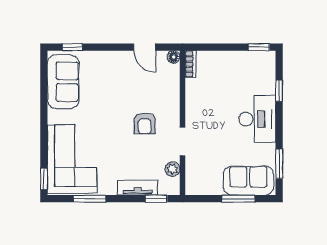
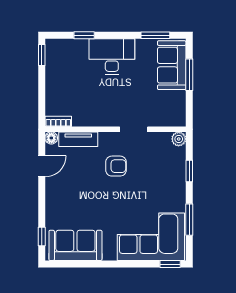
plant: (173, 169) -> (179, 139), moved
tv unit: (138, 188) -> (78, 139), moved, turned -90
window: (156, 199) -> (189, 171), moved

